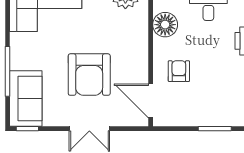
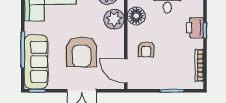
plant: (134, 29) -> (114, 19), added
armchair: (179, 71) -> (146, 49), turned 180
sofa: (26, 99) -> (36, 62), width x1.36

